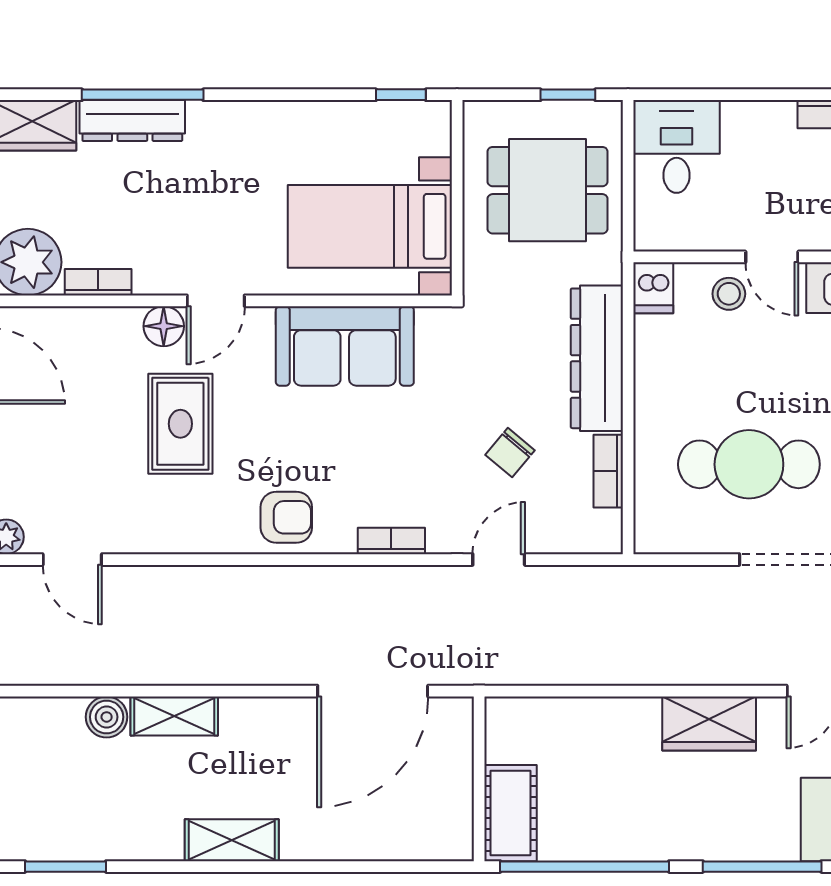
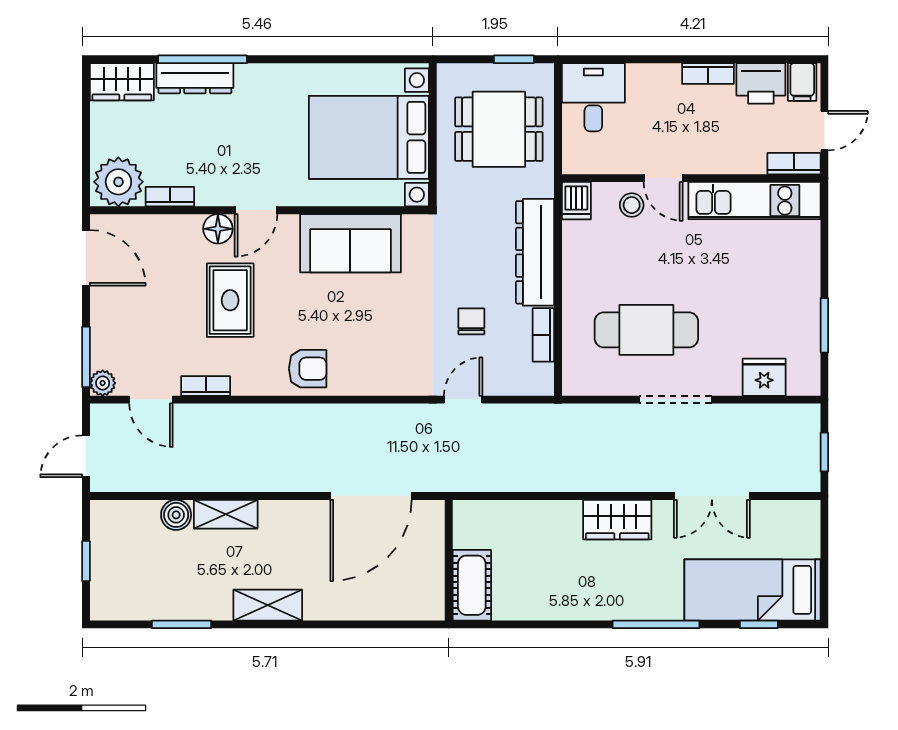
window: (401, 95) -> (392, 59), removed
bed with nightstands: (370, 226) -> (369, 137), width x1.36
chair: (510, 453) -> (471, 321), turned 140
bookcase: (391, 541) -> (206, 386), moved
window: (66, 867) -> (182, 624), moved
window: (585, 867) -> (526, 624), removed

